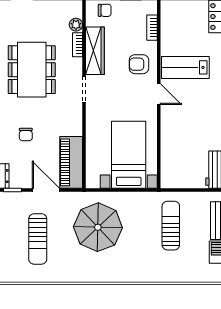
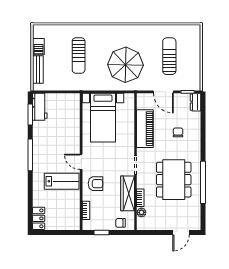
piano: (71, 162) -> (145, 129), moved
sun lounger: (171, 226) -> (79, 55), moved

